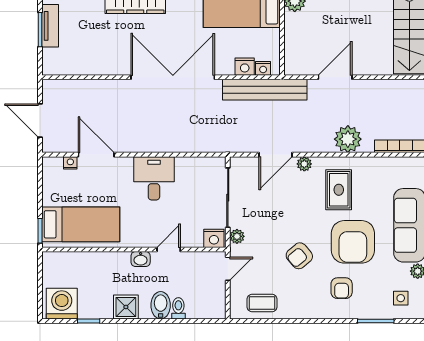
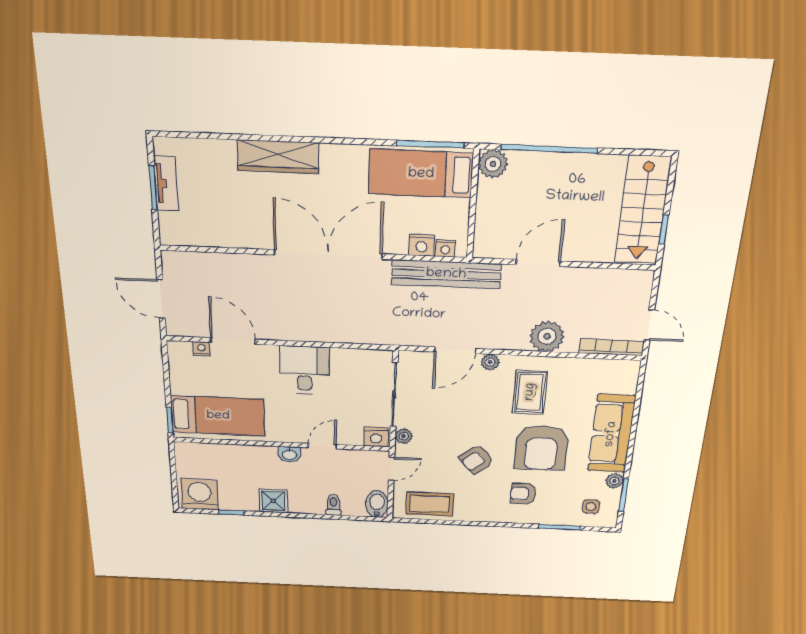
armchair: (342, 288) -> (523, 494), turned 90
coffee table: (262, 303) -> (430, 504), width x1.36, depth x1.30
bidet: (161, 305) -> (377, 504), moved

